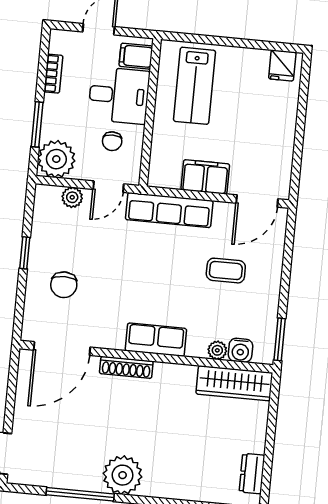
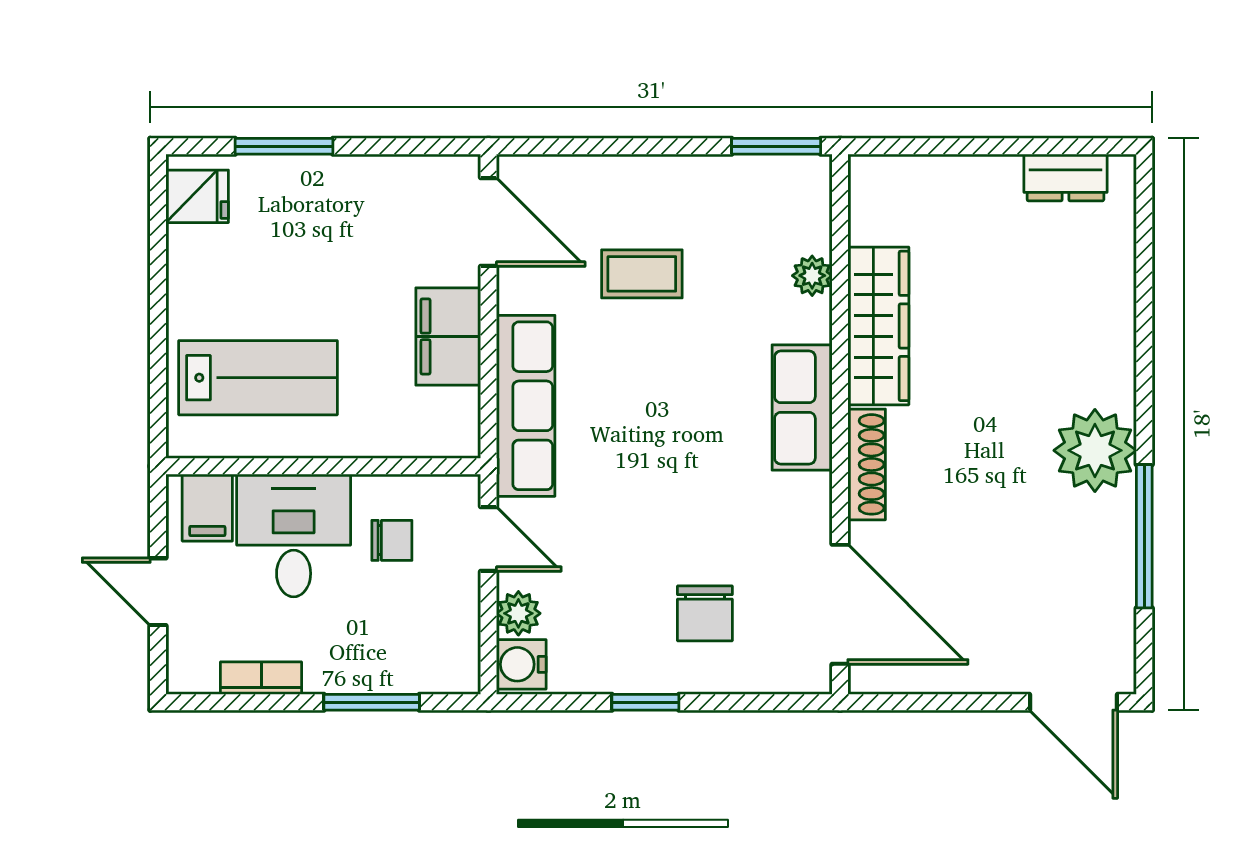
window: (302, 108) -> (284, 146), added
plant: (56, 159) -> (441, 655), removed
coffee table: (226, 271) -> (642, 274), turned 90
chair: (64, 285) -> (705, 613), turned 90
water cooler: (240, 350) -> (521, 664), moved, turned 180
wardrobe: (234, 383) -> (878, 326), moved

